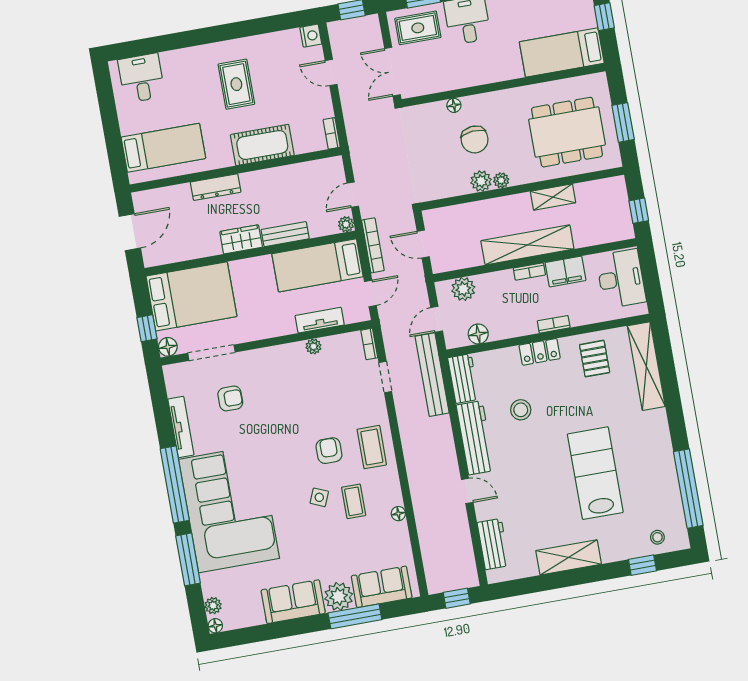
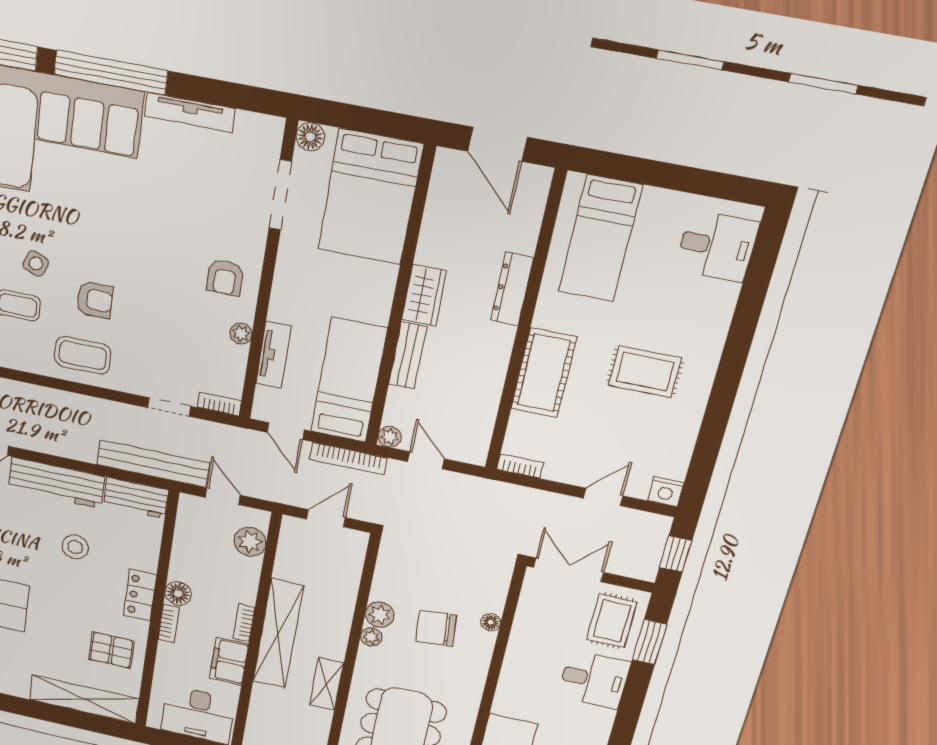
window: (147, 328) -> (348, 117), removed
floor lamp: (478, 334) -> (178, 594), moved
armchair: (230, 398) -> (225, 277), moved

